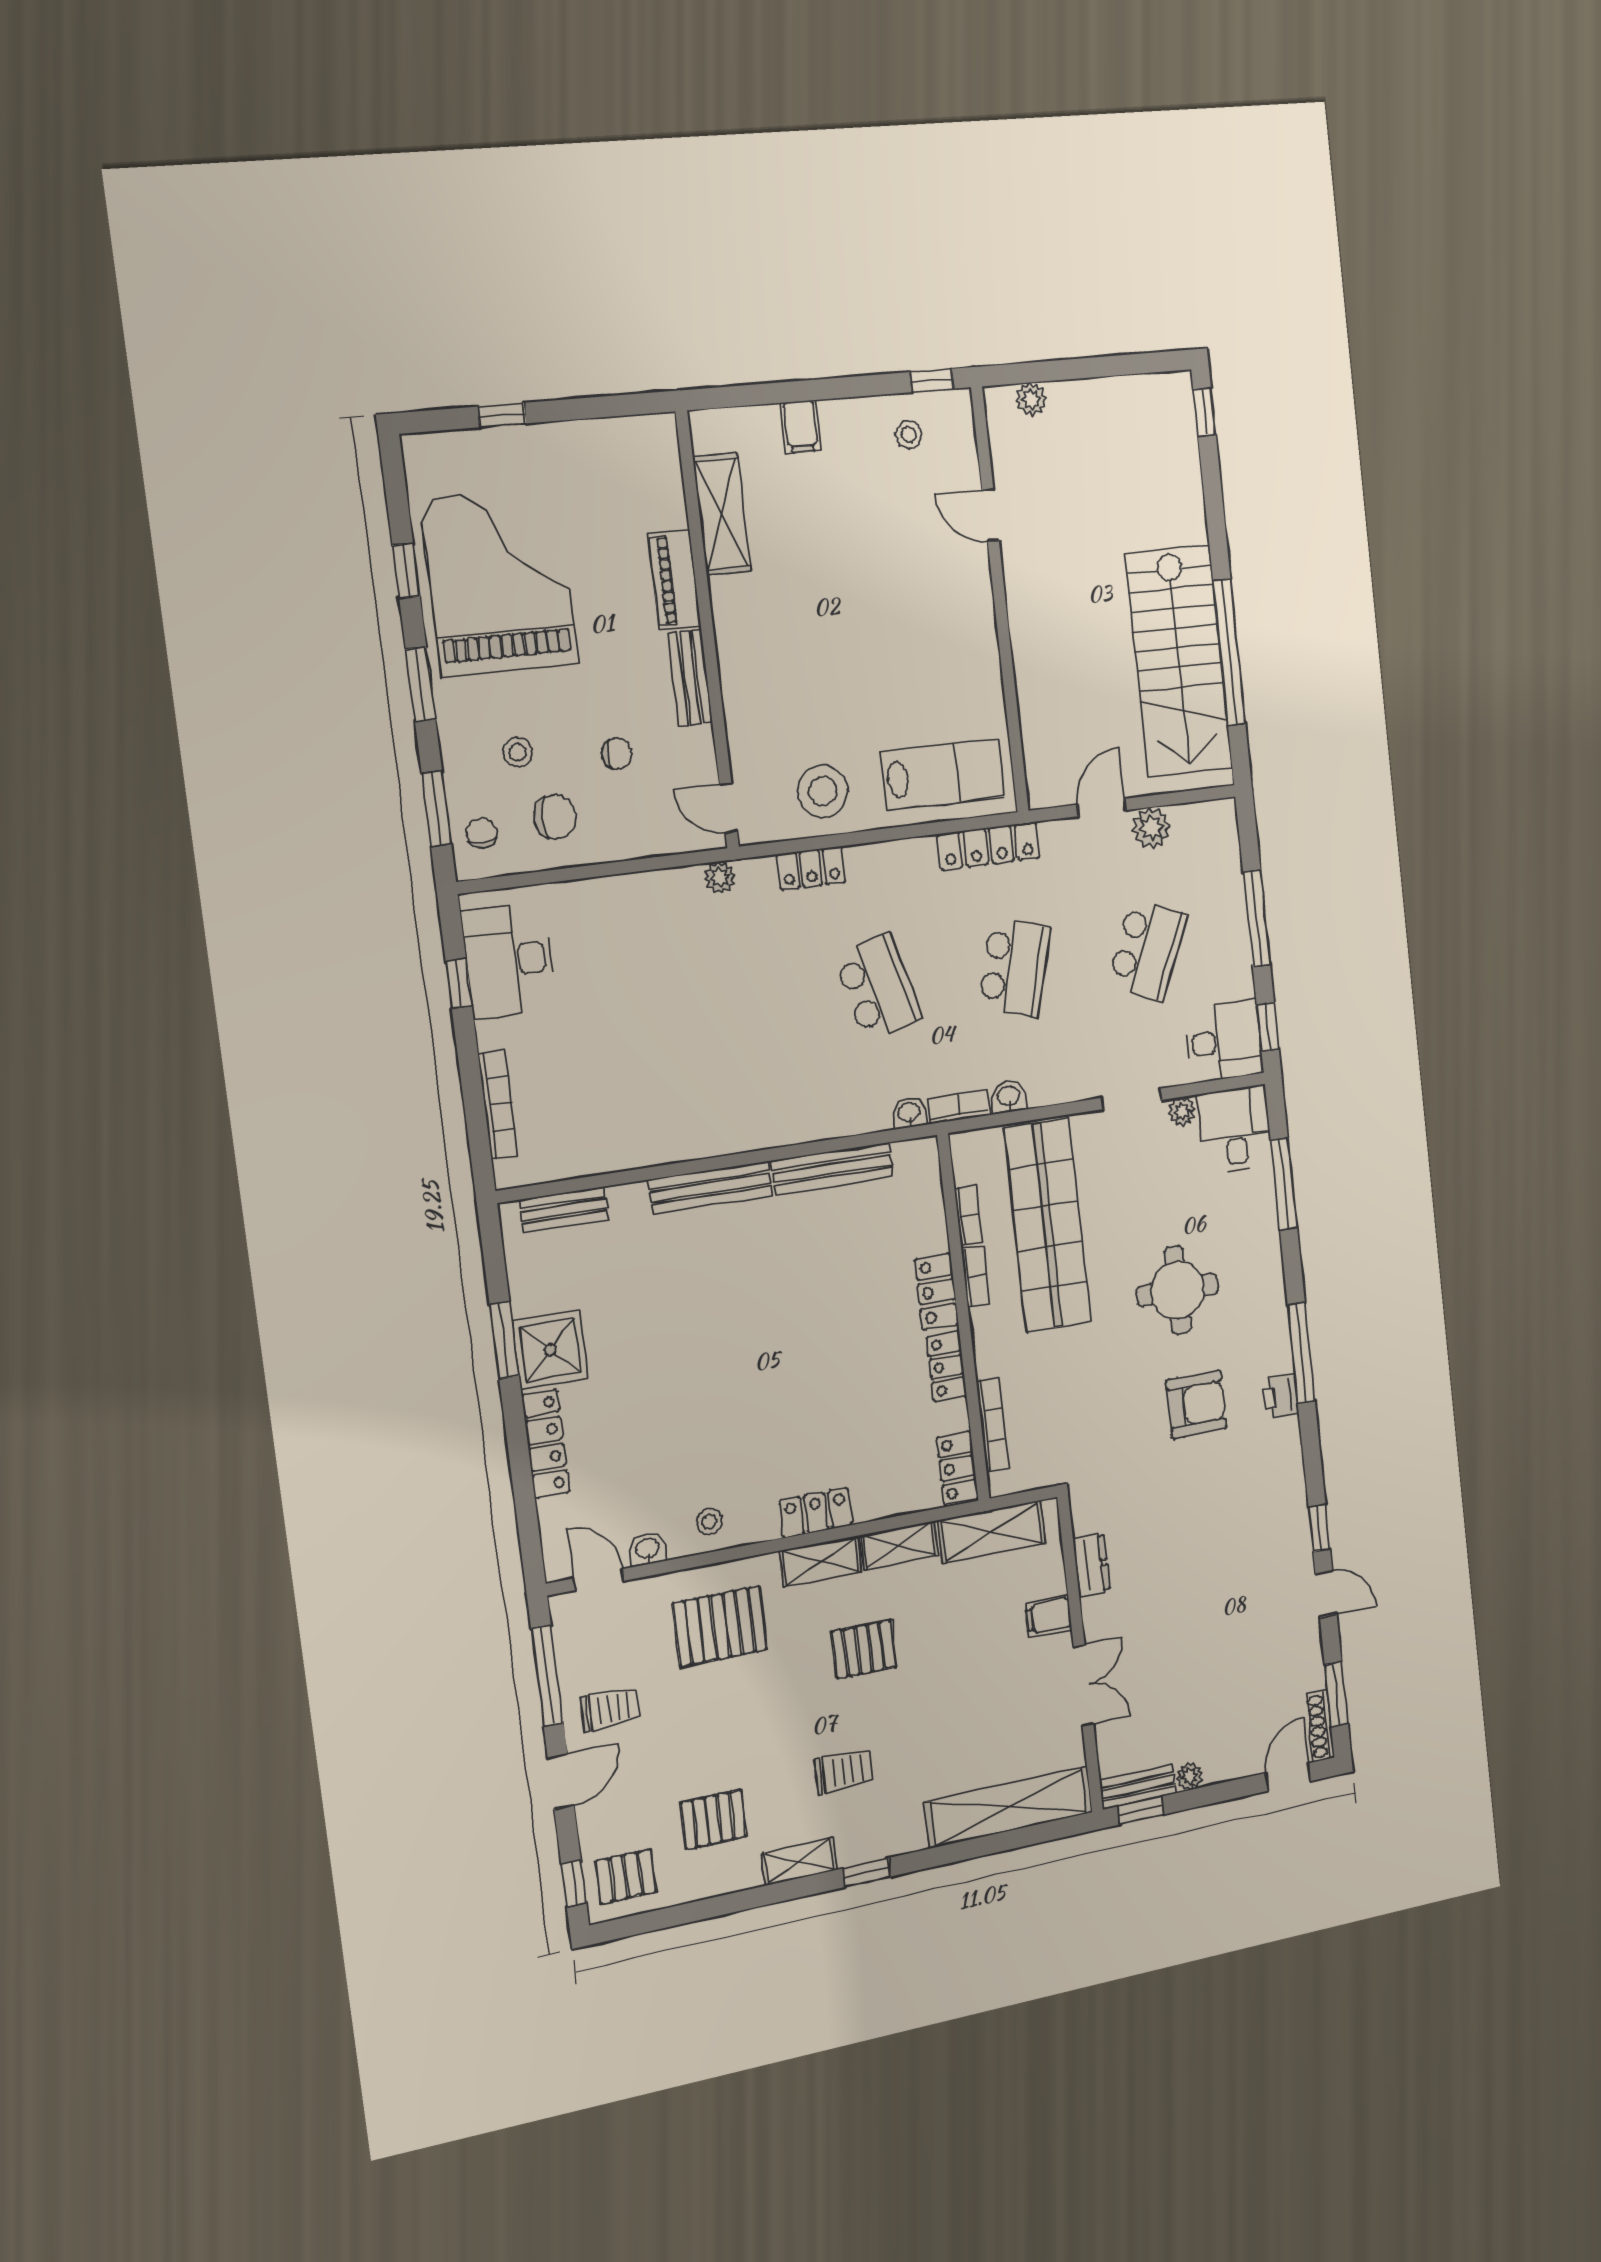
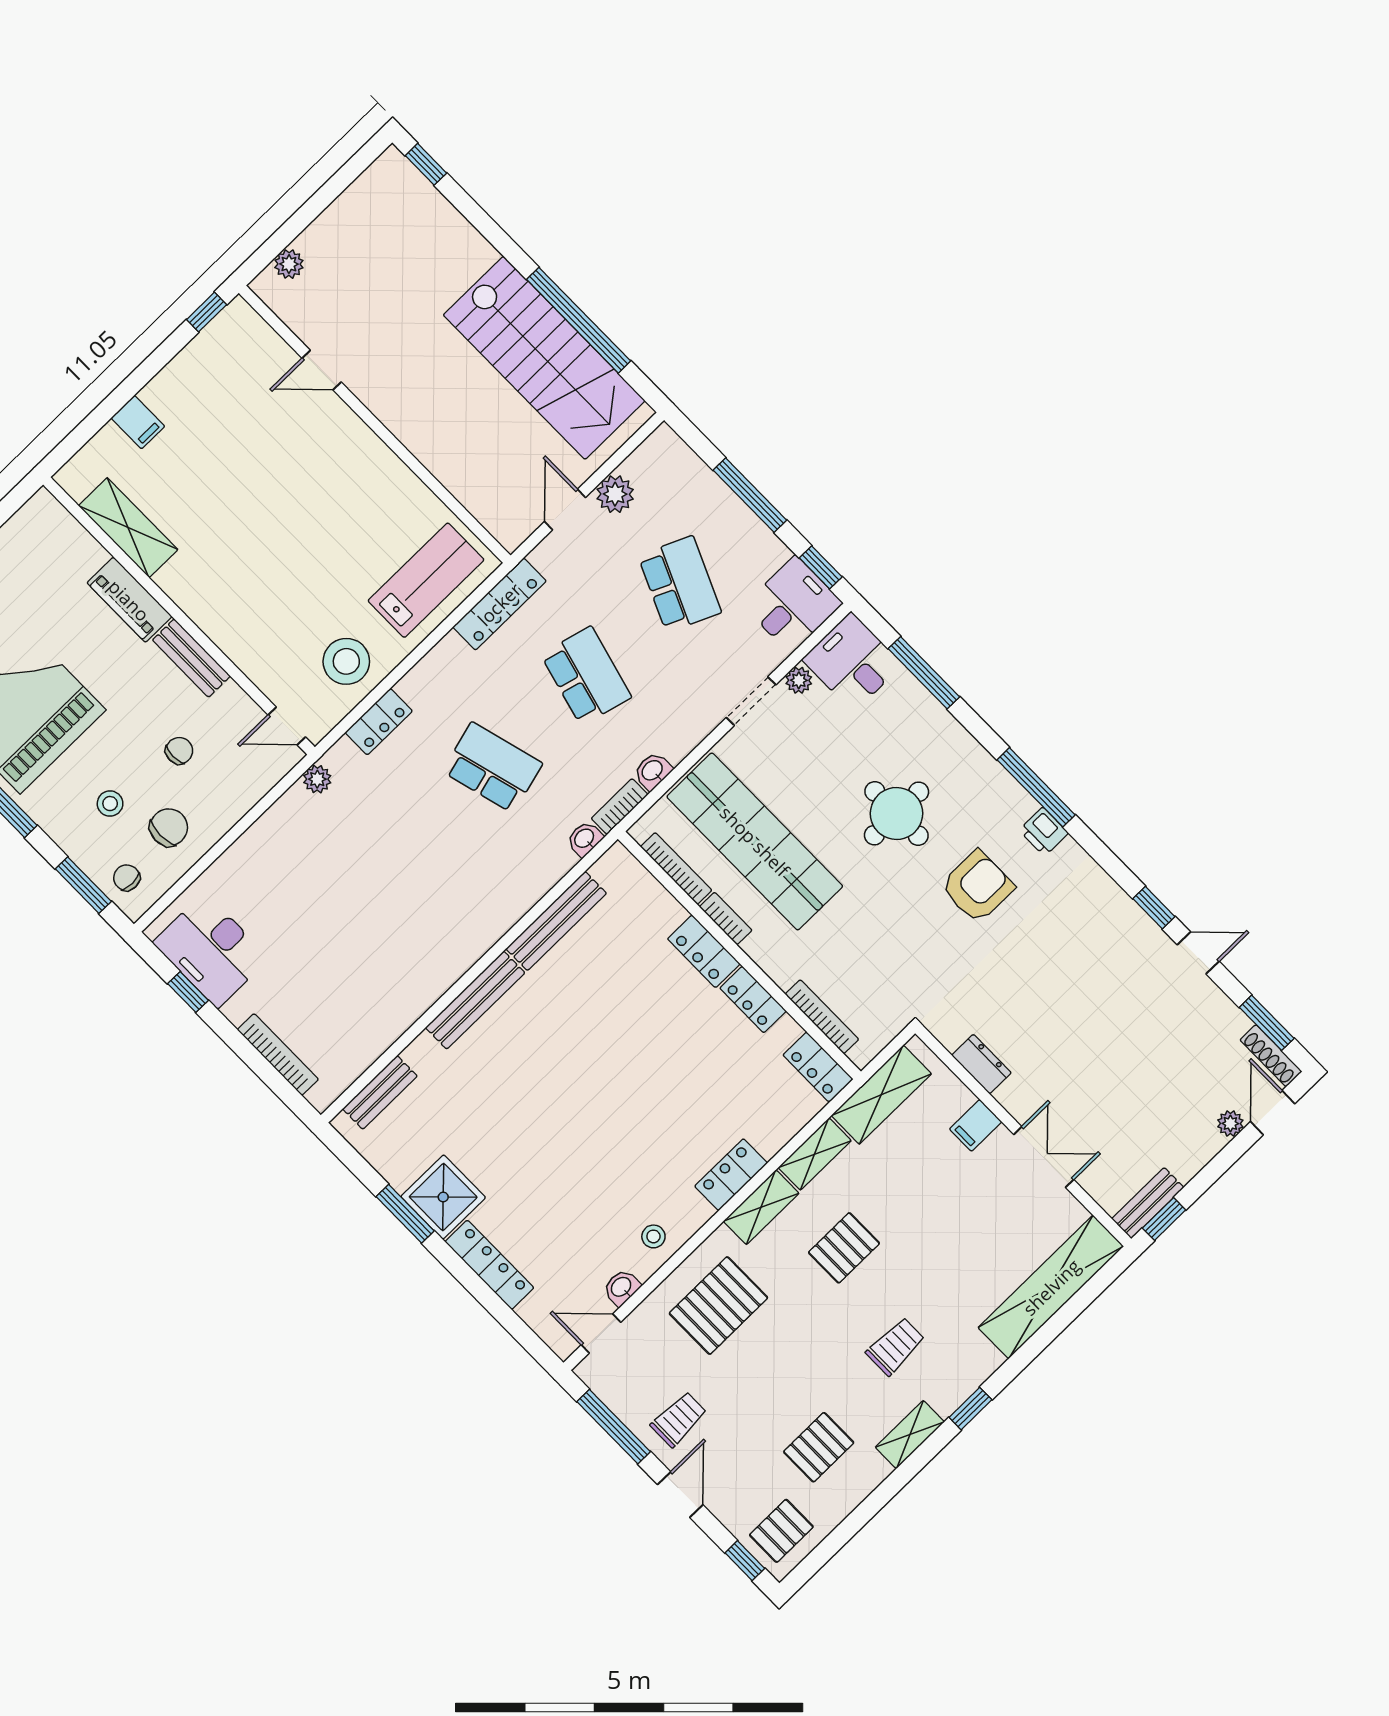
stool: (909, 434) -> (219, 363), removed
bookcase: (968, 1215) -> (676, 868), width x1.56
plant: (1189, 1776) -> (1230, 1123), moved

